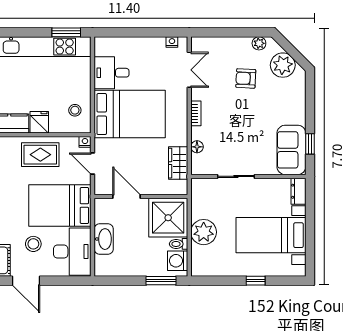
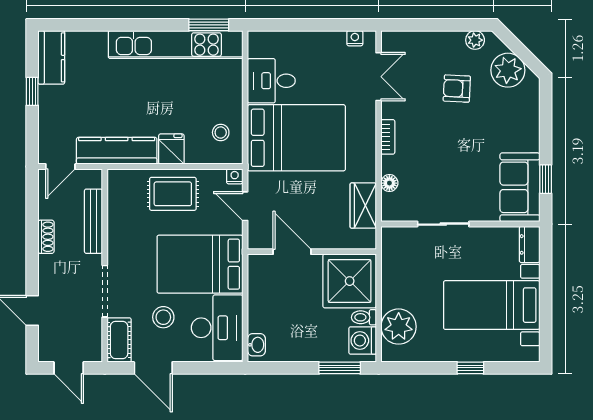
plant: (204, 232) -> (399, 327), moved
washbasin: (104, 239) -> (256, 345), moved, width x0.52, depth x0.69

